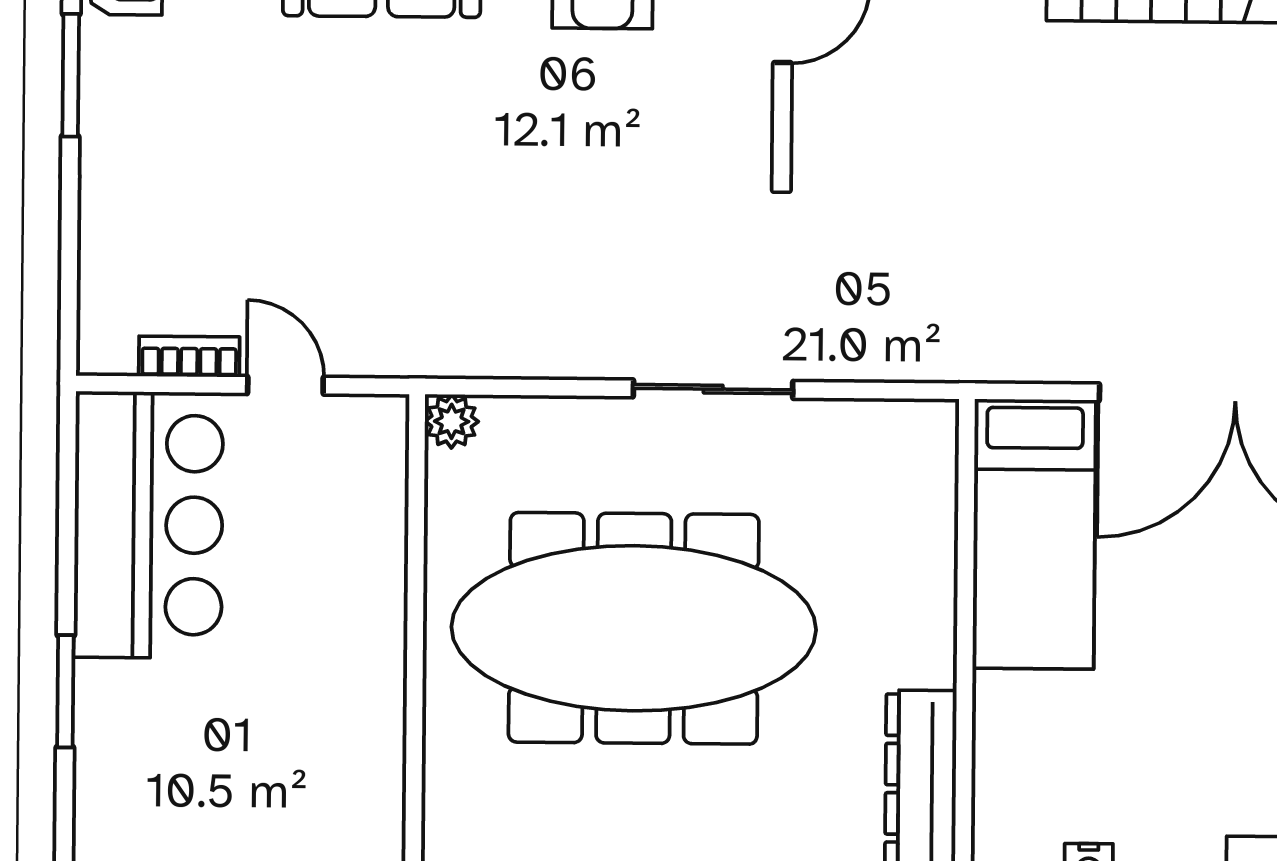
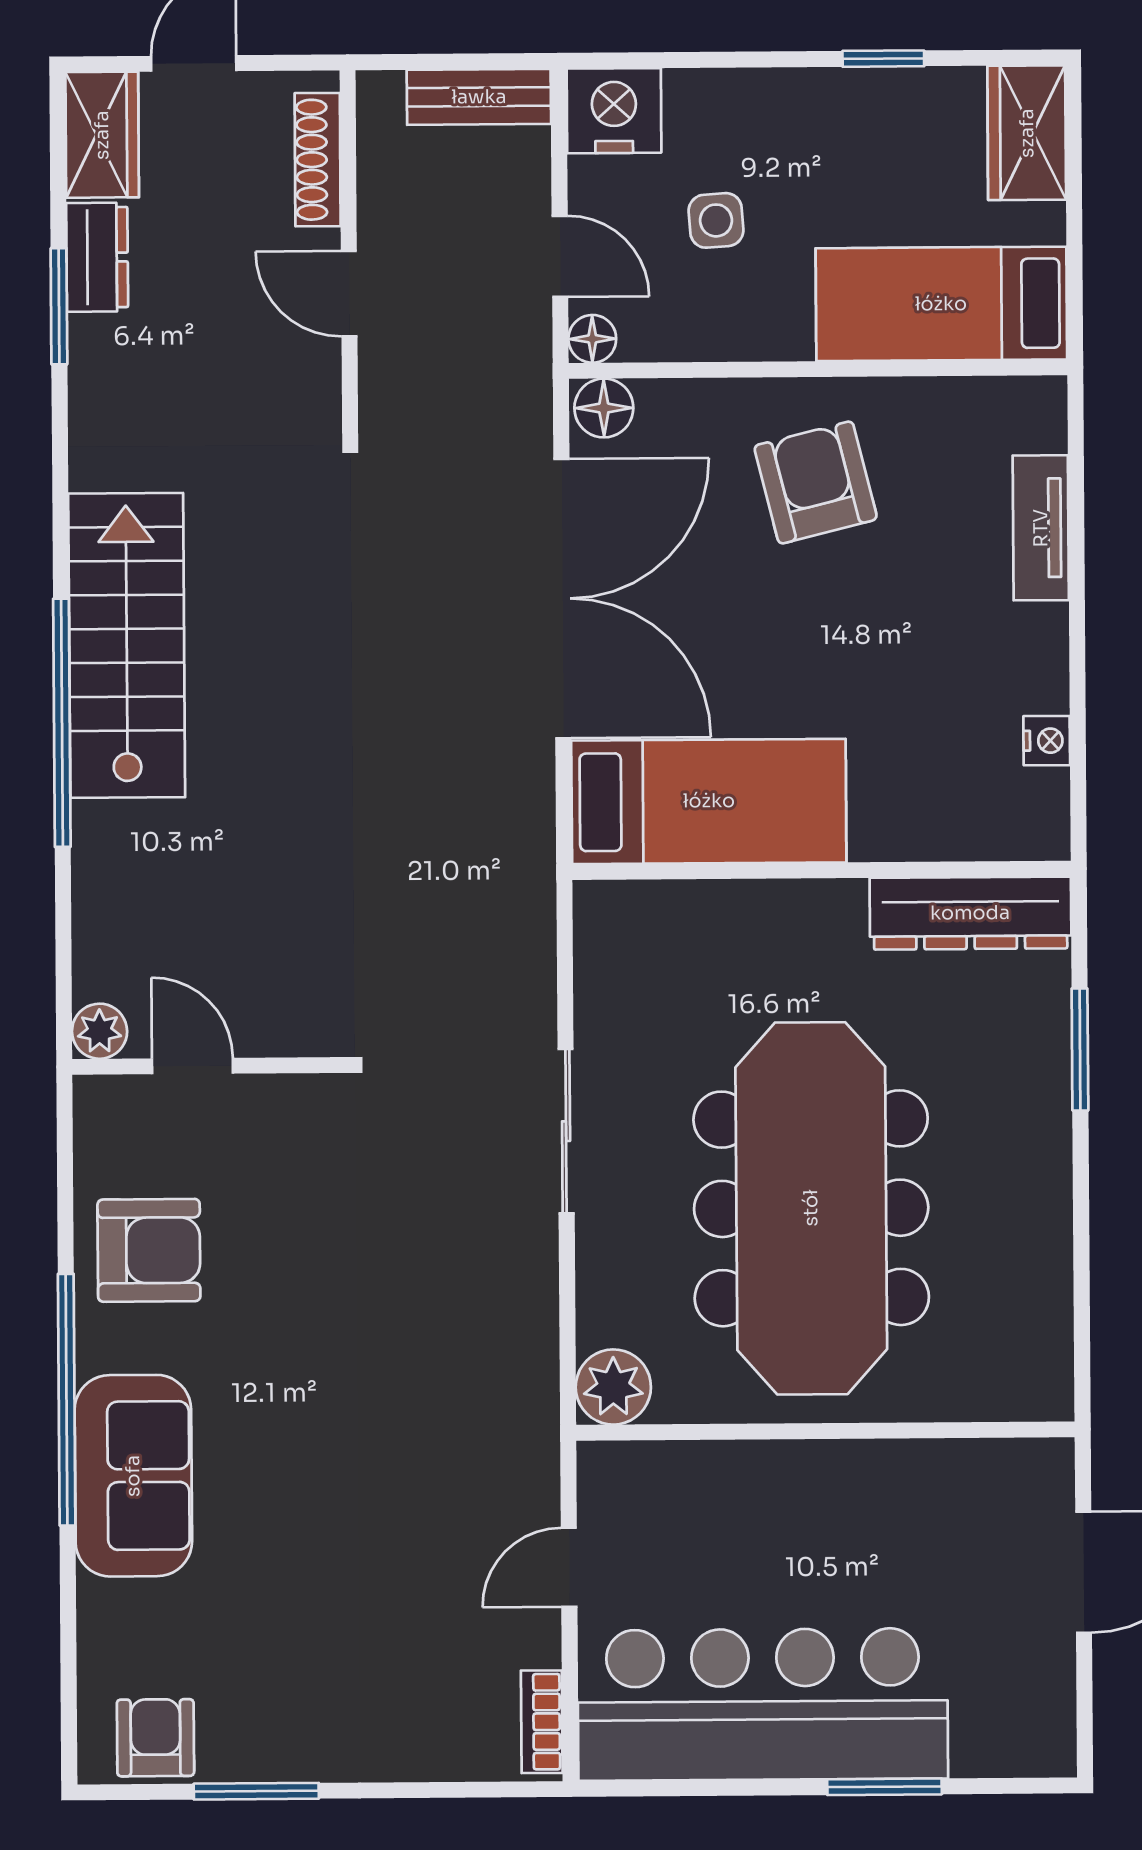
bookcase: (189, 357) -> (542, 1722), moved
plant: (452, 421) -> (613, 1387), width x1.38, depth x1.38
bar counter: (148, 525) -> (763, 1704), width x1.36

